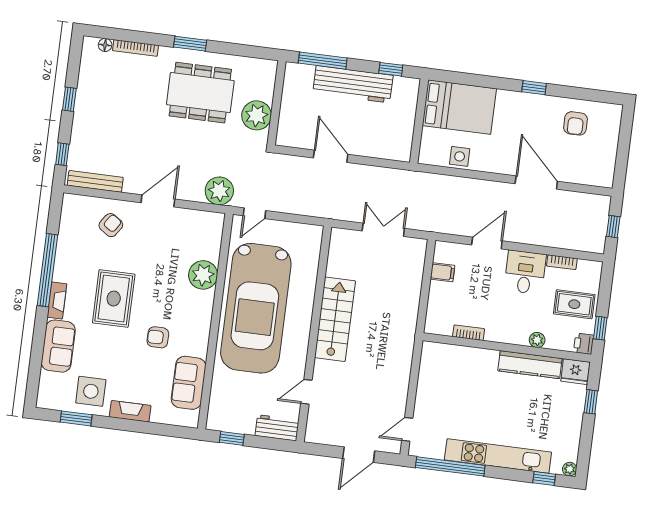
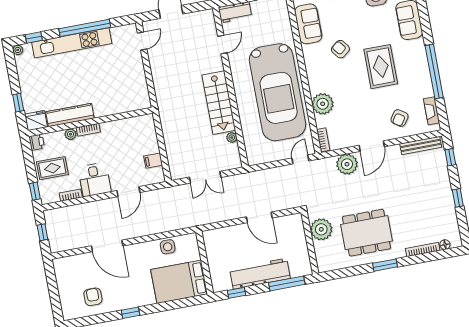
plant: (219, 191) -> (347, 164), moved
bookcase: (217, 229) -> (323, 140), added
plant: (333, 269) -> (232, 138), added
fireplace: (57, 301) -> (432, 111), moved
car: (256, 308) -> (278, 92), turned 180
window: (600, 328) -> (35, 191), moved
bookcase: (469, 333) -> (88, 130), moved
armchair: (158, 337) -> (340, 49), turned -128
window: (450, 466) -> (85, 28), moved

